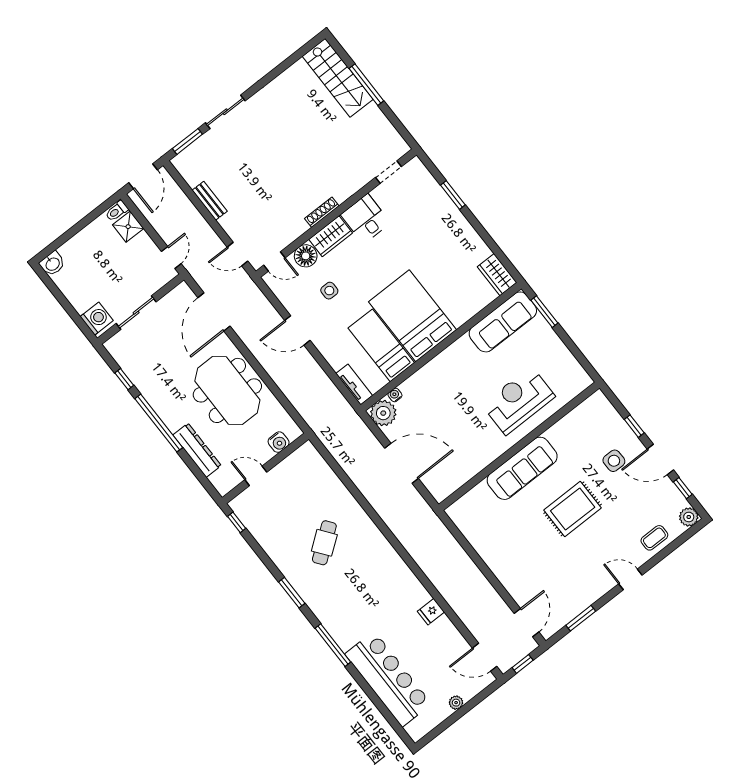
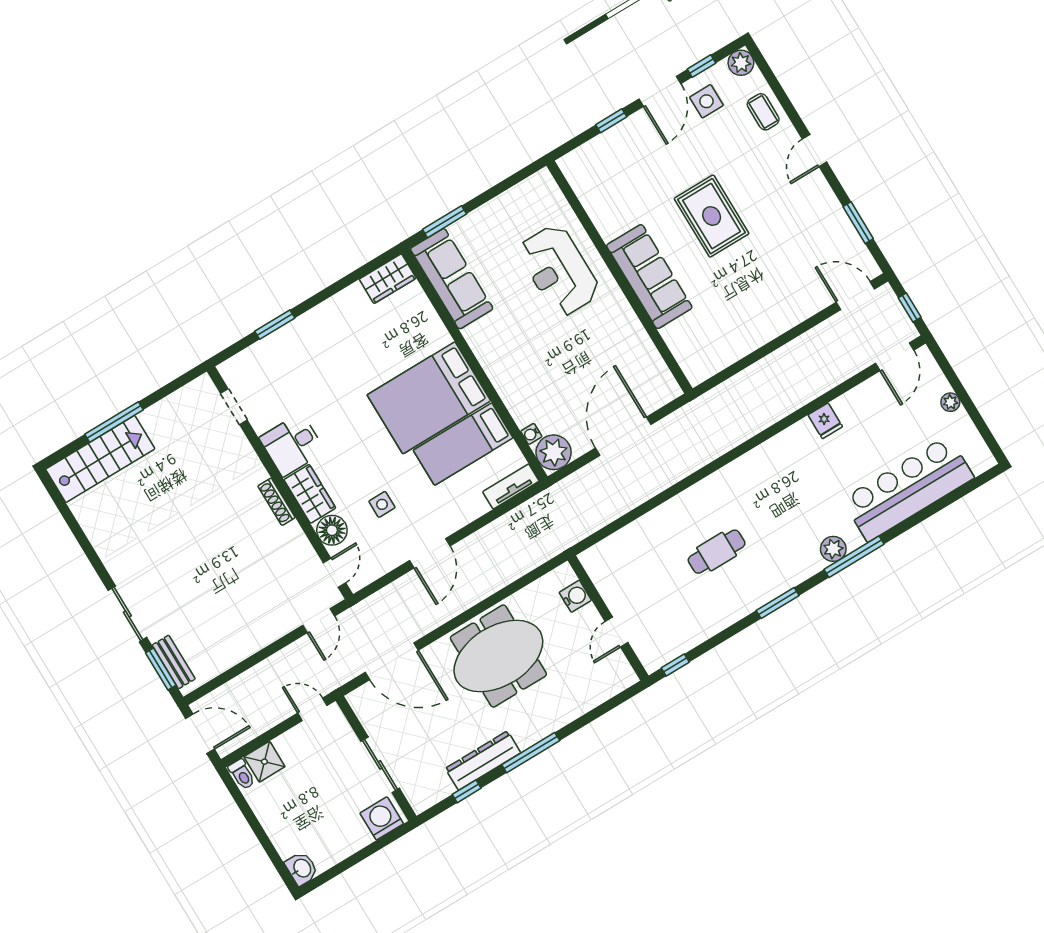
bench: (210, 201) -> (174, 662), moved, turned 90
window: (159, 423) -> (531, 753), width x0.68
dresser: (197, 450) -> (483, 761), moved
side table: (614, 461) -> (706, 101), moved
cafe table: (324, 543) -> (717, 552), turned -53
plant: (337, 629) -> (833, 549), added

